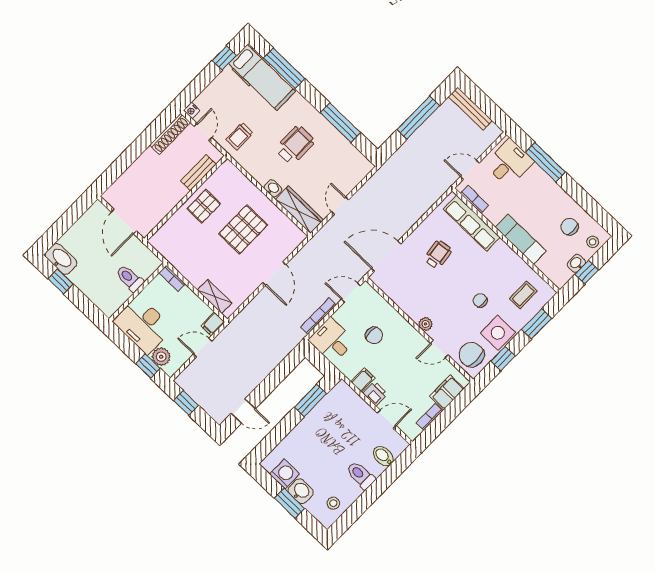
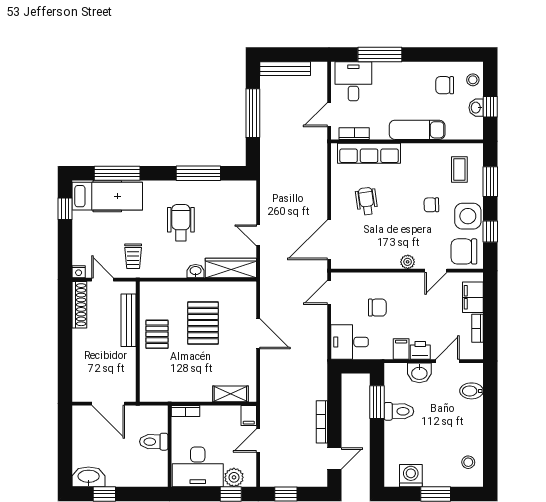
bench: (198, 173) -> (129, 320), width x1.36
bookcase: (318, 316) -> (322, 422), moved
toilet: (361, 475) -> (399, 411), moved, turned 180
washbasin: (301, 491) -> (419, 373), moved, turned 180

